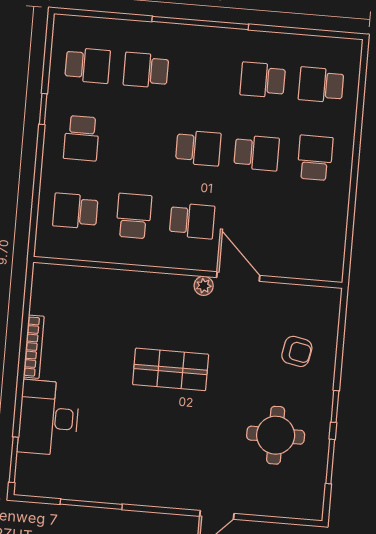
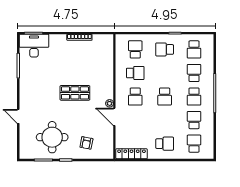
school desk: (257, 153) -> (194, 97), moved
locker: (333, 242) -> (132, 154), added
door: (238, 277) -> (114, 117), swing flipped
shop shelf: (171, 369) -> (75, 93), turned 90
desk: (48, 418) -> (34, 46), moved
round table: (276, 435) -> (52, 137), width x1.36, depth x1.36

